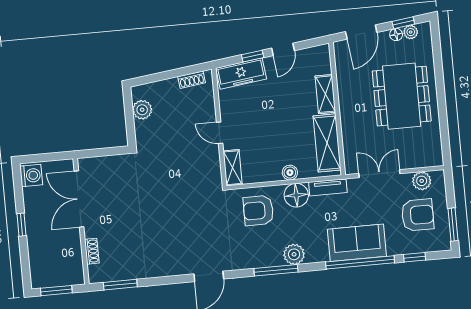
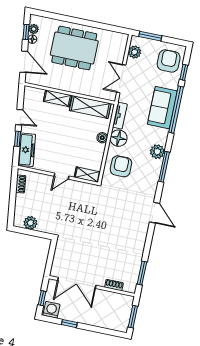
window: (43, 158) -> (42, 298), added
armchair: (258, 210) -> (121, 166), turned 180
armchair: (418, 215) -> (169, 61), moved
window: (453, 224) -> (150, 36), moved
window: (22, 225) -> (69, 324), moved

